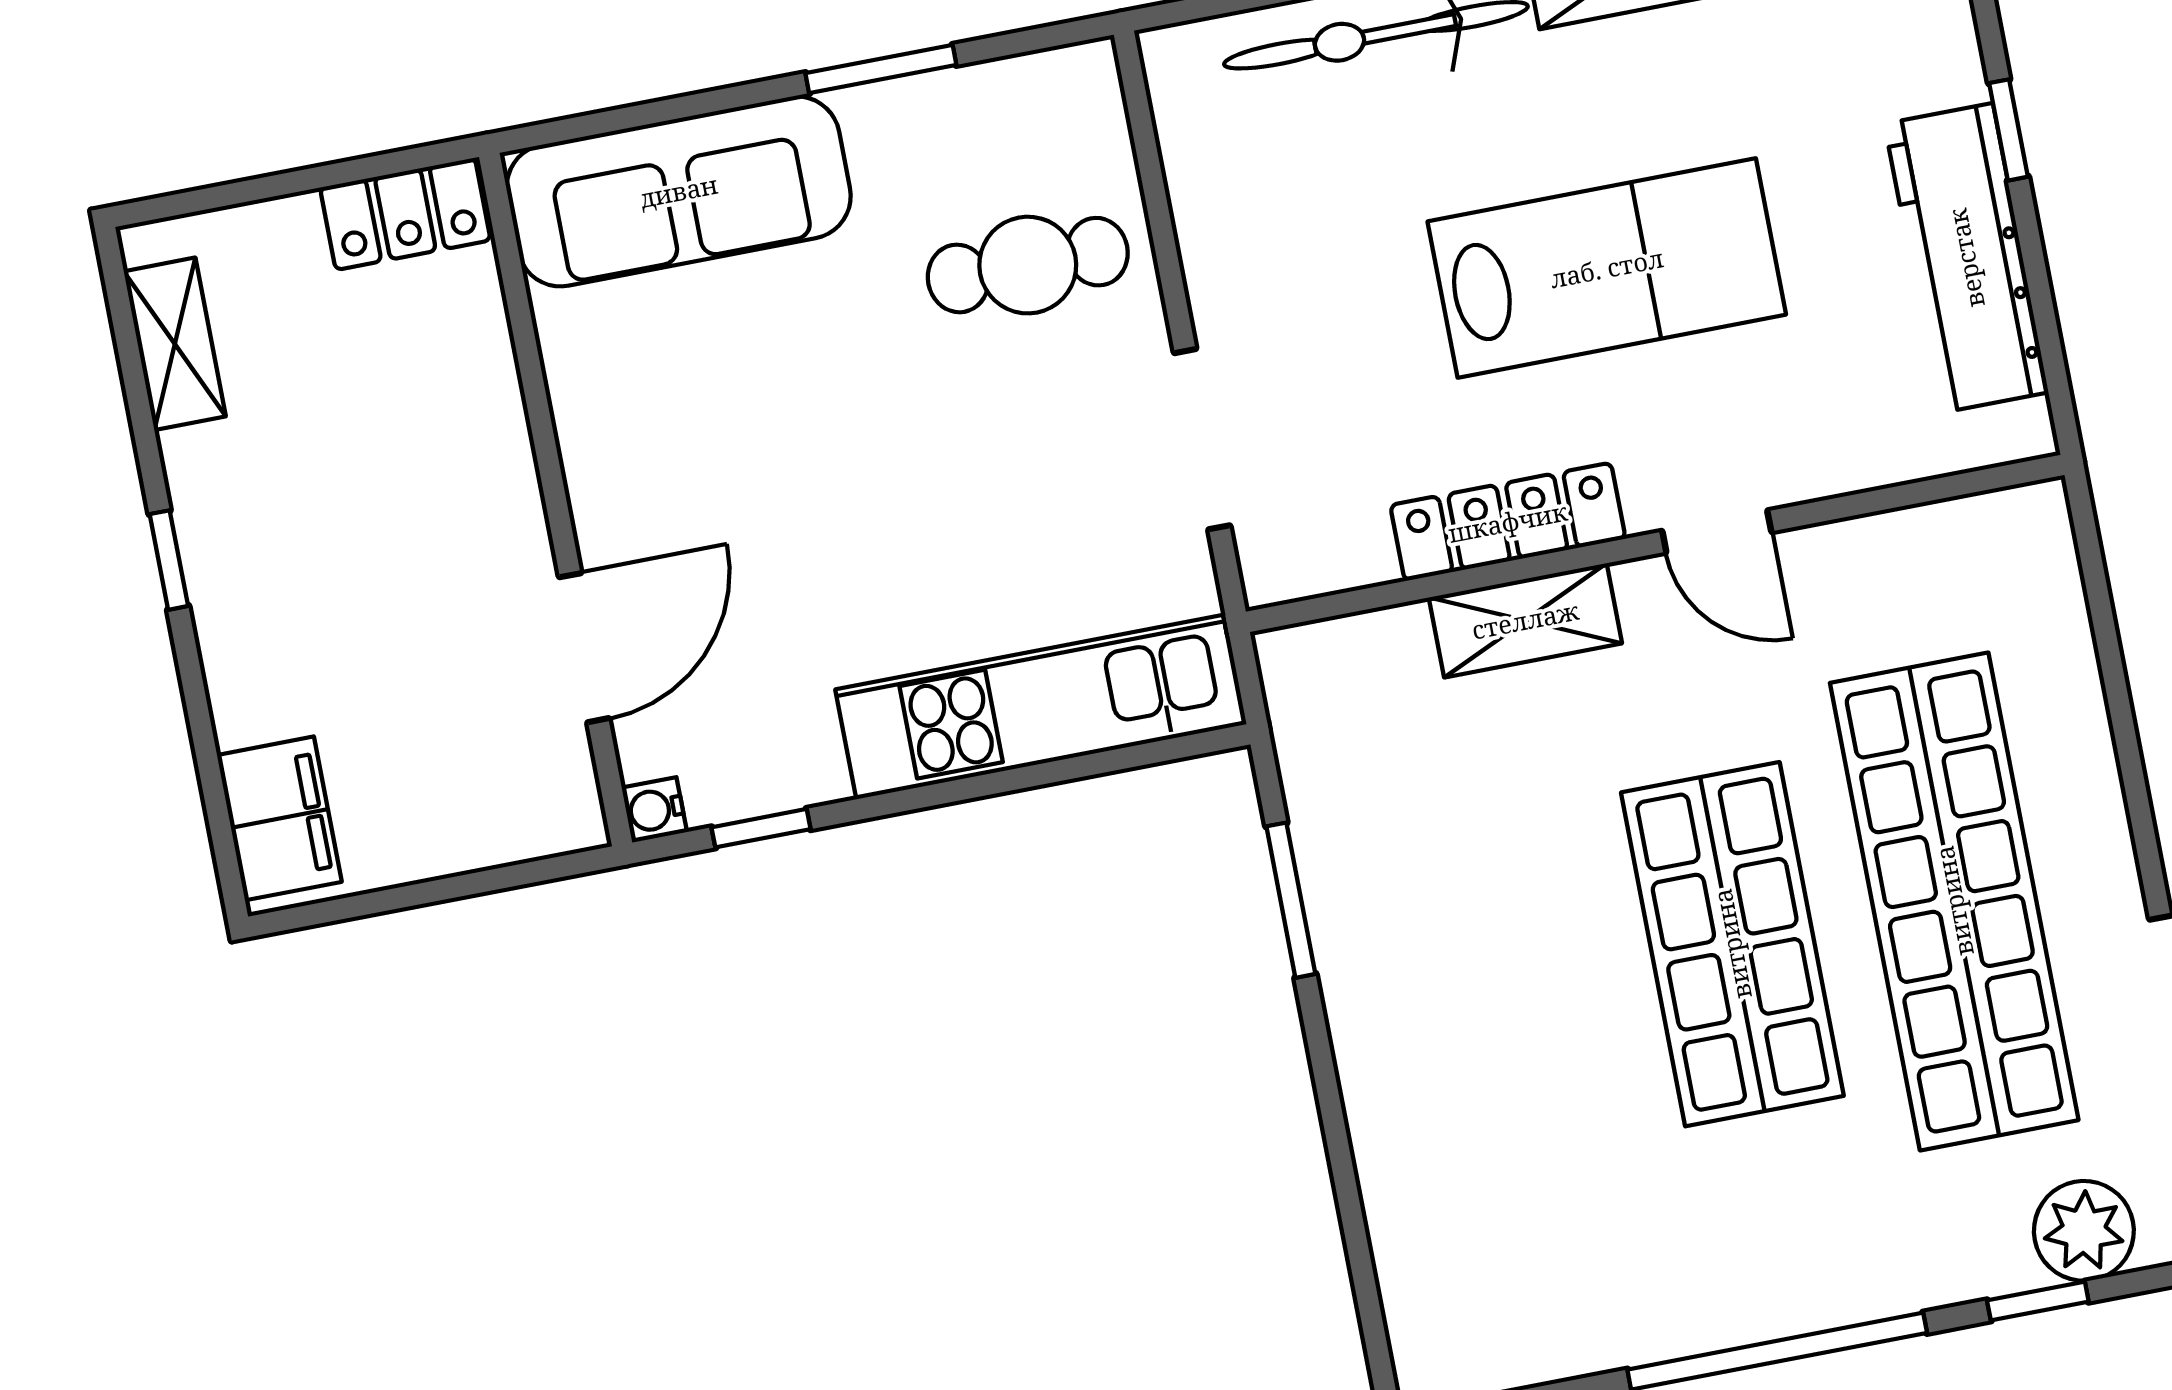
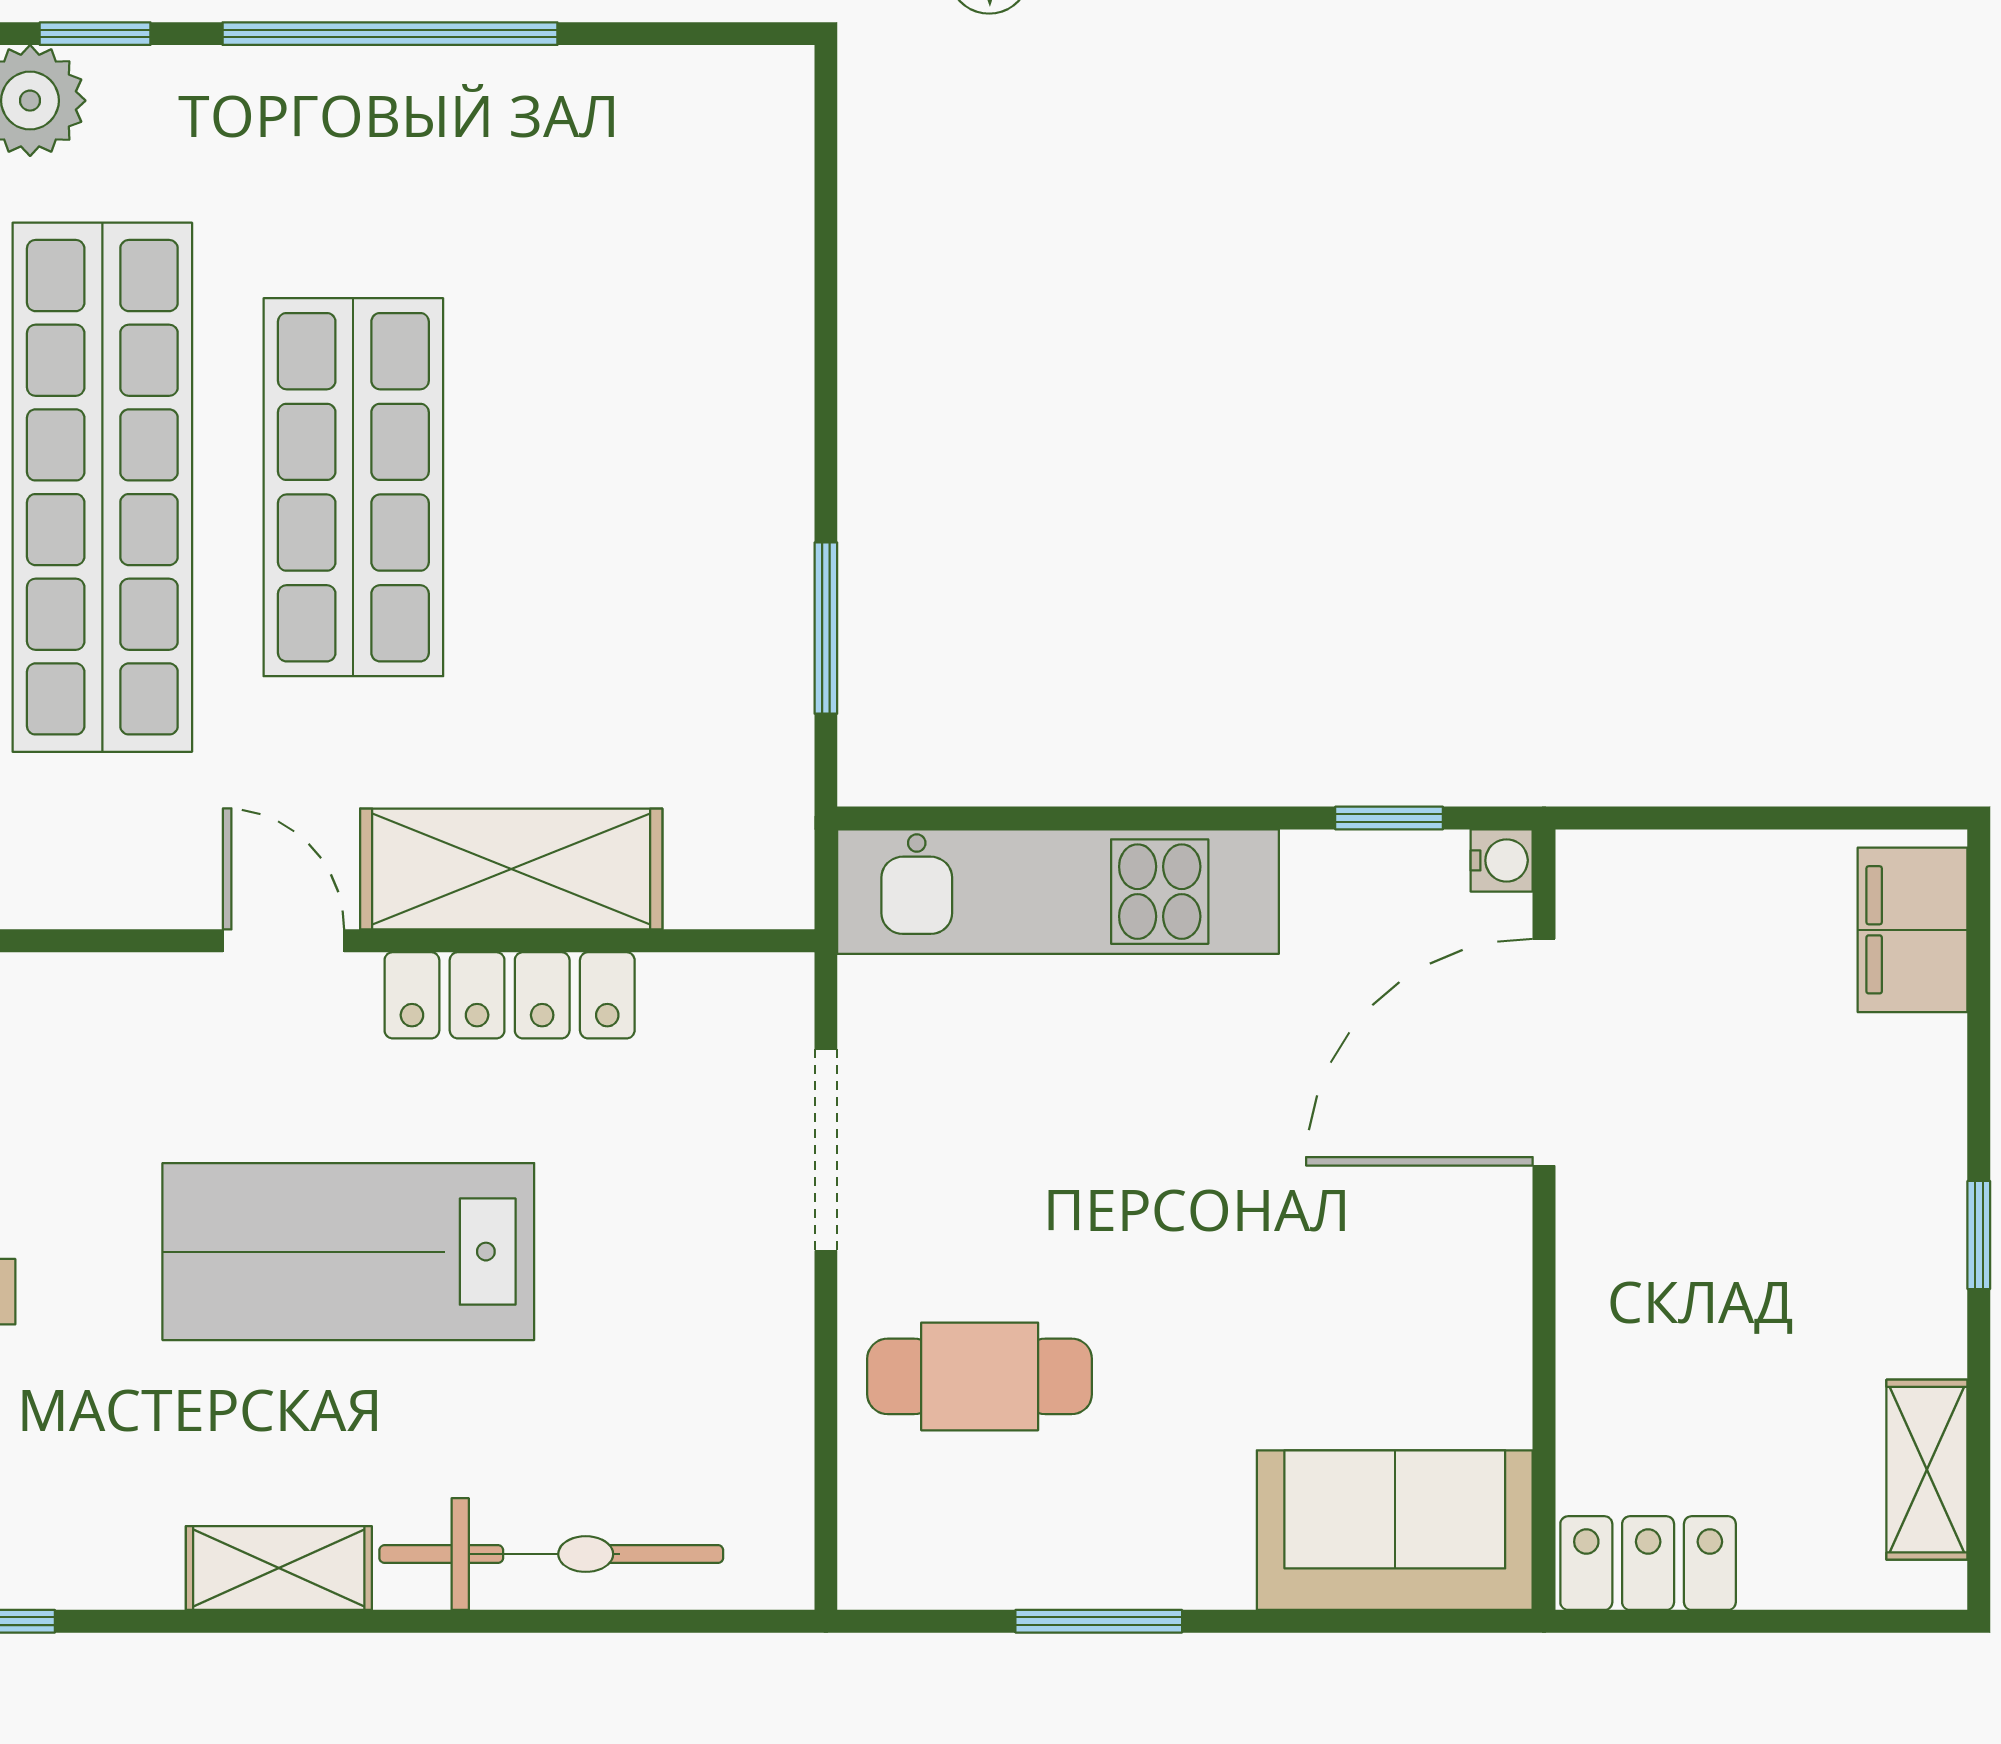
sofa: (679, 191) -> (1395, 1530), width x0.73
shelving: (1525, 620) -> (511, 869), width x1.50, depth x1.33
door: (584, 648) -> (1544, 1052), width x1.36

